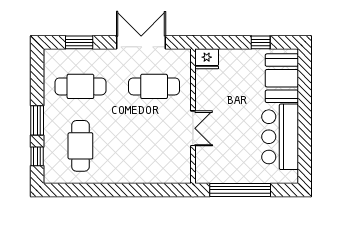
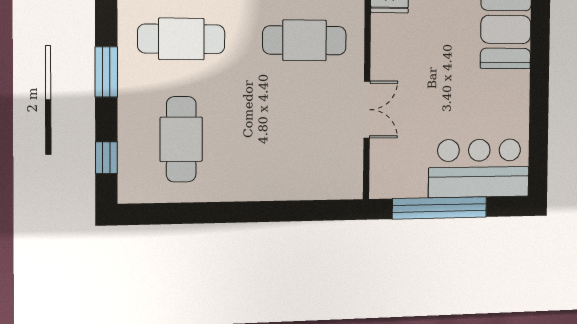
window: (37, 120) -> (106, 72), moved
bar counter: (280, 137) -> (479, 168), moved, turned 90

